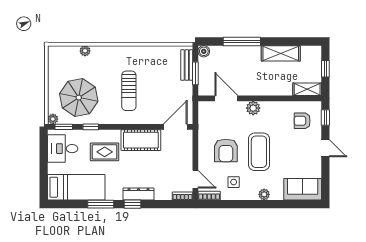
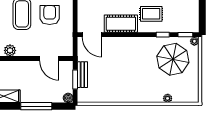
bench: (187, 65) -> (82, 75), moved
sun lounger: (129, 91) -> (131, 65), removed
plant: (253, 108) -> (10, 50), moved
door: (175, 127) -> (92, 35), hinge flipped
desk: (63, 149) -> (186, 17), removed

